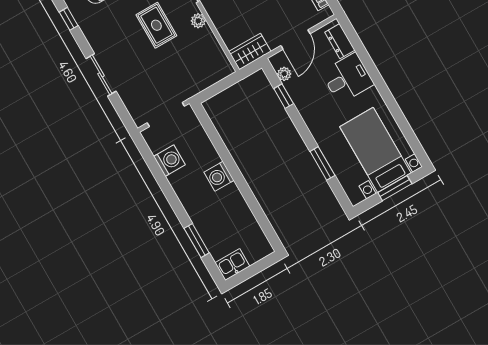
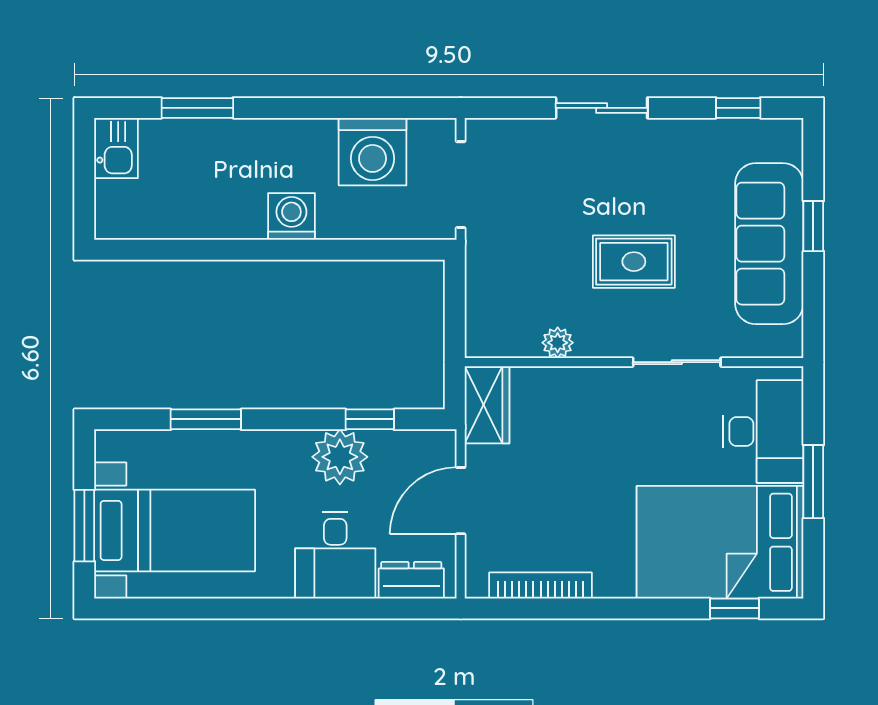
plant: (198, 21) -> (558, 343), moved
door: (295, 40) -> (461, 501), hinge flipped
plant: (284, 74) -> (340, 457), moved, width x1.88, depth x1.88
washing machine: (169, 161) -> (373, 152), width x1.37, depth x1.37

